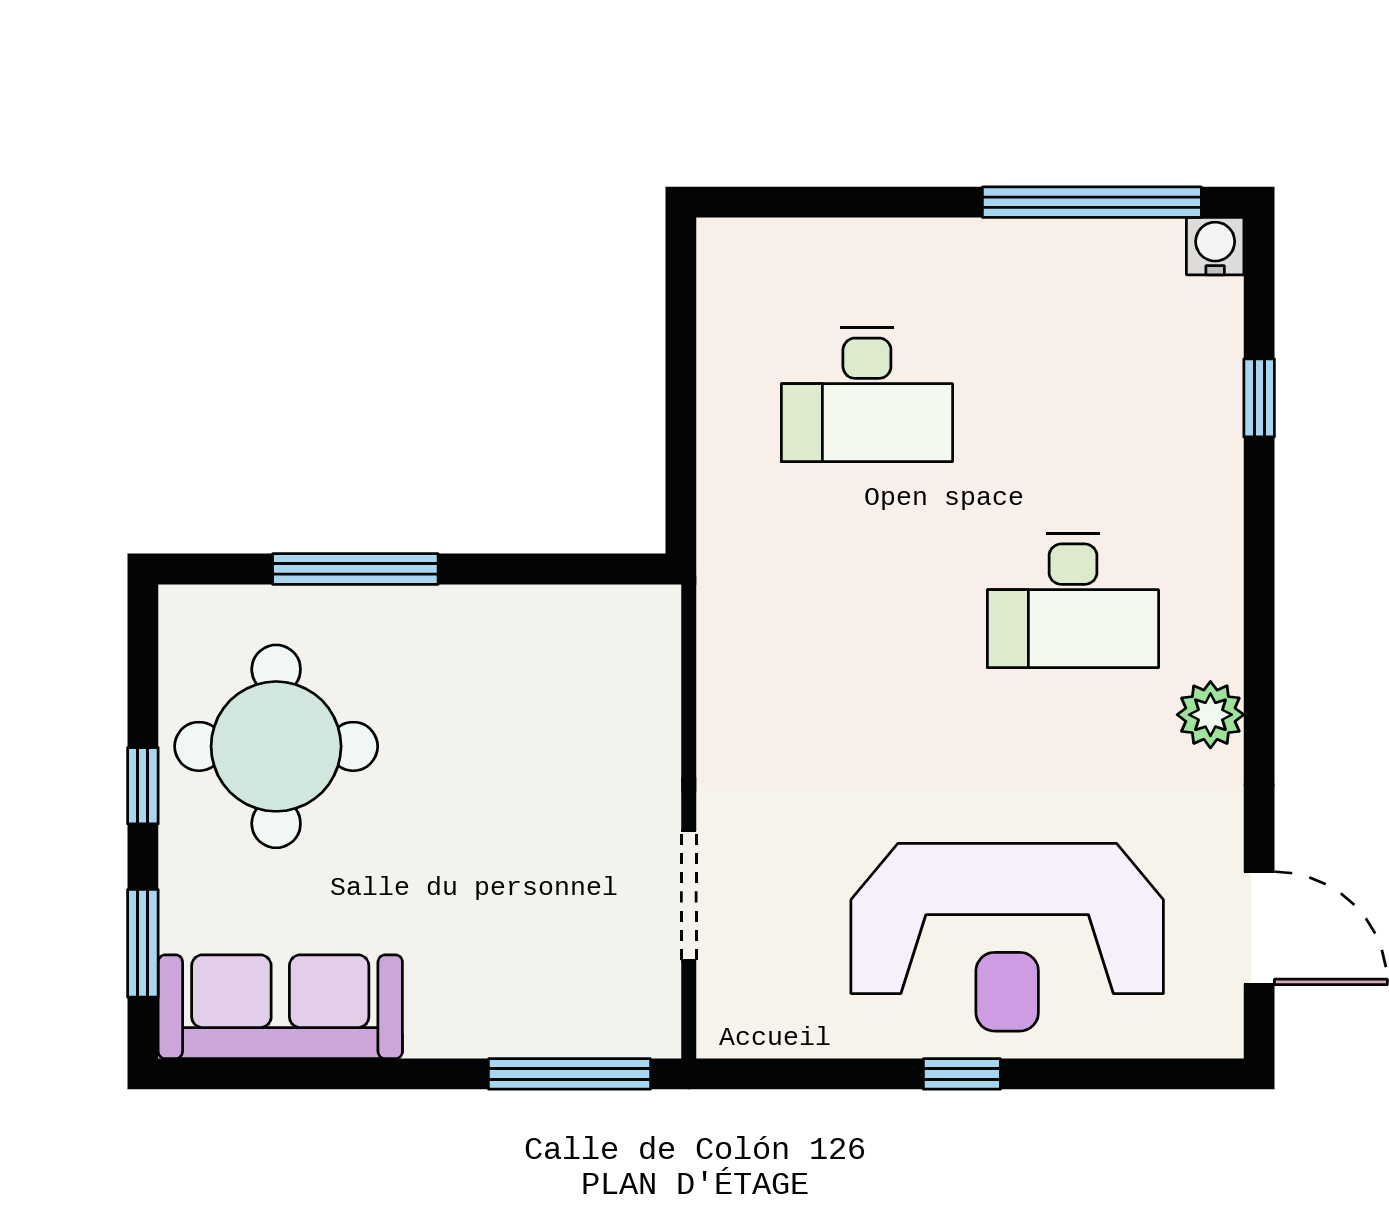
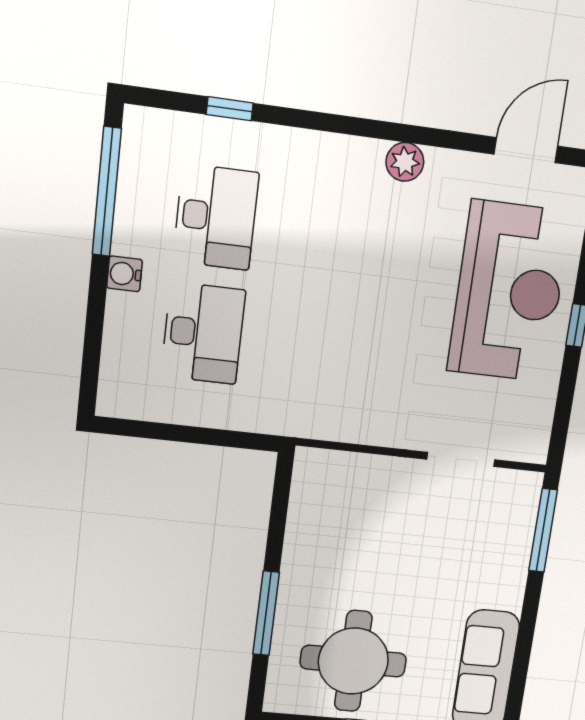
water cooler: (1215, 246) -> (124, 274), moved
desk: (1073, 600) -> (216, 217), moved

